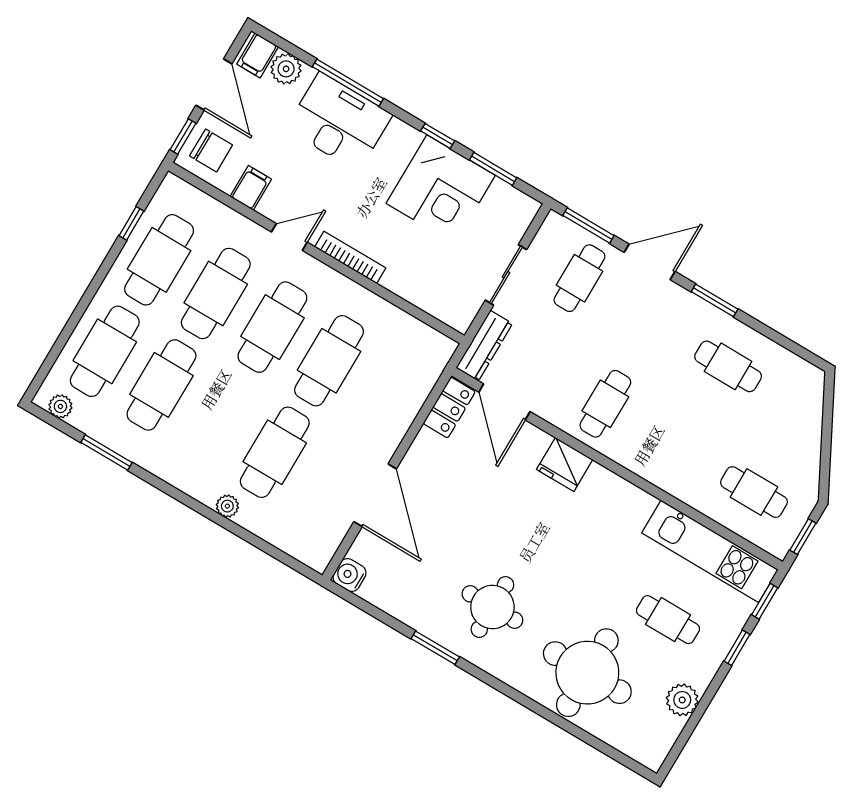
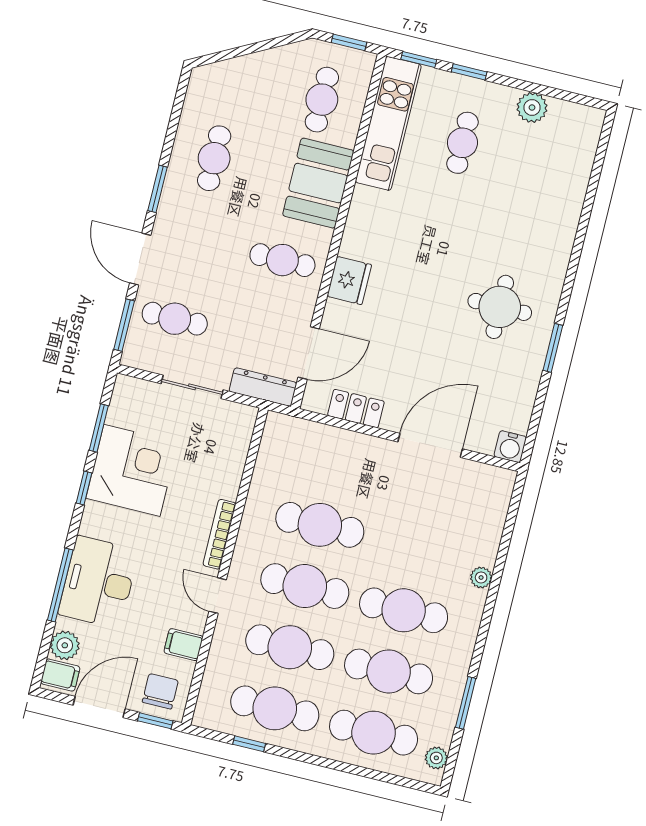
locker: (449, 408) -> (356, 409), moved
cafe table: (275, 452) -> (404, 610), moved
booth: (672, 463) -> (318, 183), added
round table: (587, 673) -> (533, 202), removed

